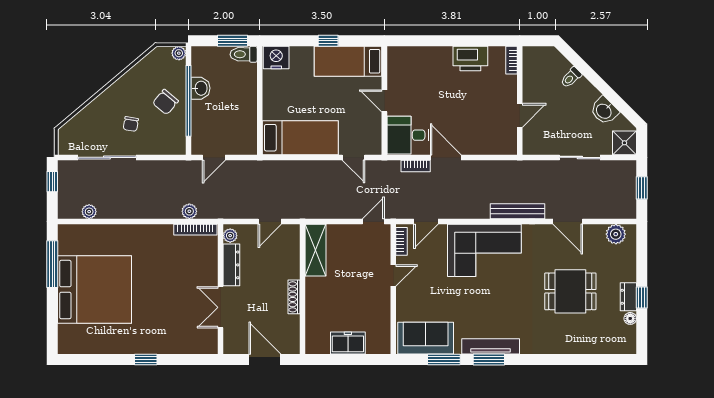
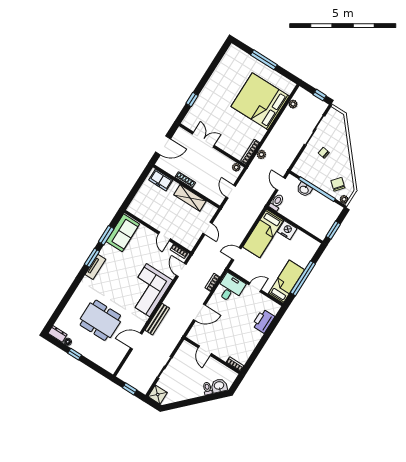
window: (328, 41) -> (303, 278), width x3.17
toilet: (244, 54) -> (277, 202), moved
nightstand: (276, 58) -> (287, 230), moved, turned -90
printer: (470, 59) -> (263, 321), moved
washbasin: (201, 88) -> (304, 189), moved
chair: (165, 102) -> (338, 184), moved
washbasin: (604, 111) -> (219, 386), moved
door: (446, 157) -> (199, 312), moved
door: (373, 222) -> (207, 228), moved
plant: (616, 234) -> (115, 361), removed
shelving: (315, 250) -> (190, 198), moved
window: (52, 264) -> (264, 60), moved
dresser: (231, 265) -> (221, 159), removed
bed: (94, 290) -> (260, 101), moved, turned 90
dining table: (570, 291) -> (100, 320), width x1.38
dresser: (628, 297) -> (57, 334), moved
freezer: (348, 343) -> (161, 180), moved, turned 90
tv unit: (491, 346) -> (95, 267), width x0.71
window: (146, 360) -> (192, 100), moved

